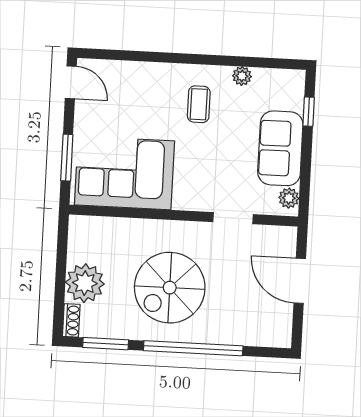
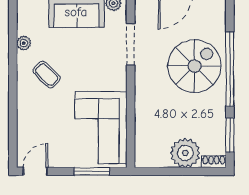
coffee table: (199, 104) -> (47, 74), turned 44
doorway: (233, 218) -> (131, 44), width x1.38
spiral stairs: (170, 288) -> (194, 66), moved, turned -90

